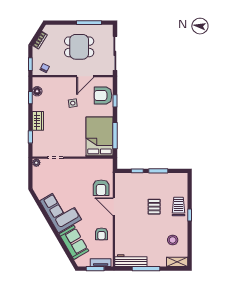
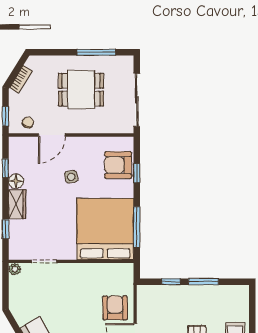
door: (85, 76) -> (52, 135), moved
floor lamp: (37, 91) -> (16, 181), moved
bed: (100, 137) -> (105, 229), width x1.36
armchair: (101, 188) -> (115, 308), turned 180

